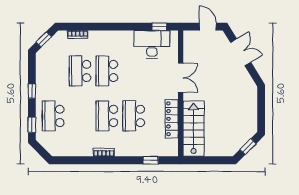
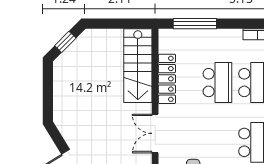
window: (151, 160) -> (195, 24), width x2.17

